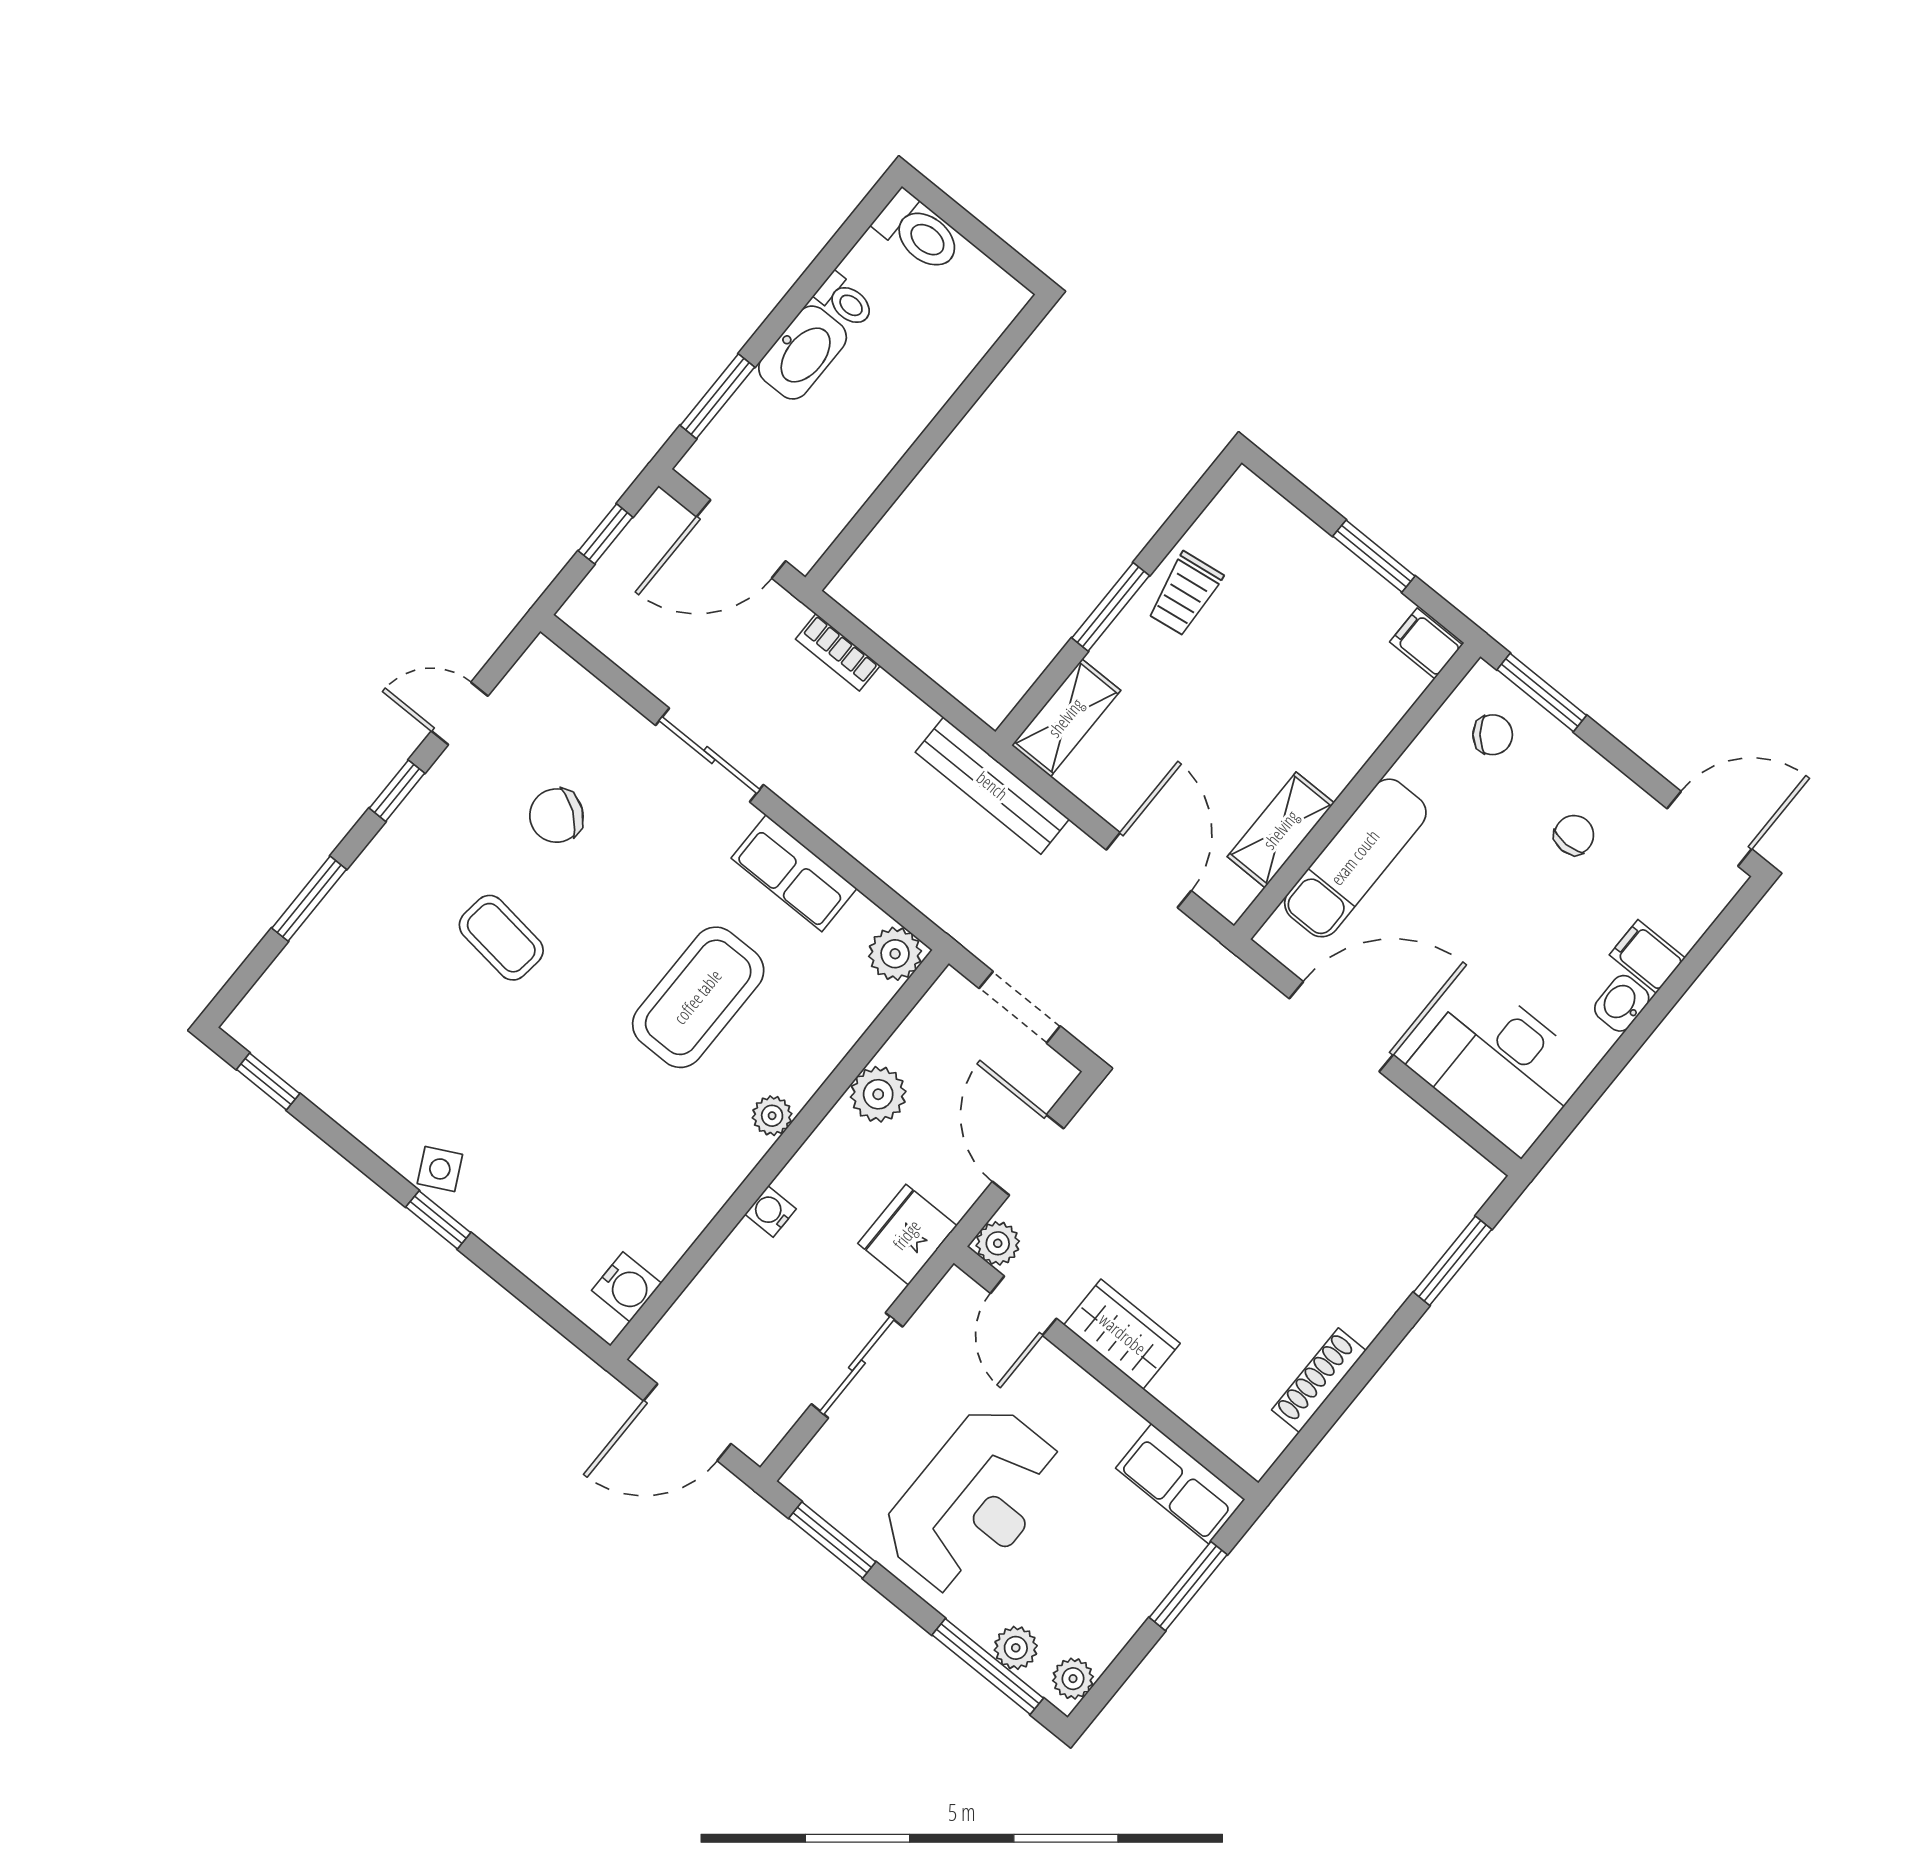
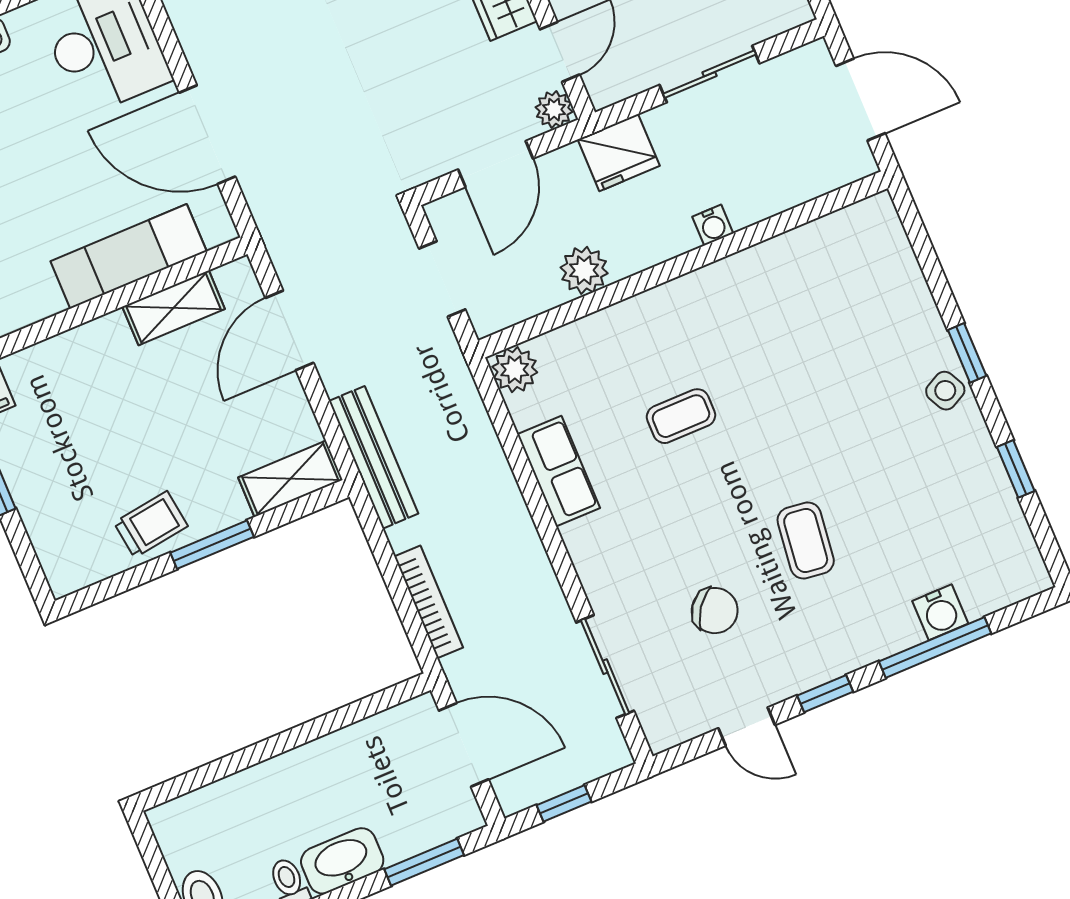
bookcase: (838, 652) -> (429, 602), width x1.56
sliding door: (709, 755) -> (605, 667), moved
window: (309, 899) -> (935, 647), width x1.44
coffee table: (698, 997) -> (681, 416), width x0.54, depth x0.58
window: (268, 1082) -> (1016, 469), moved
plant: (772, 1116) -> (673, 297), removed
water cooler: (627, 1287) -> (940, 612), moved, turned 180

